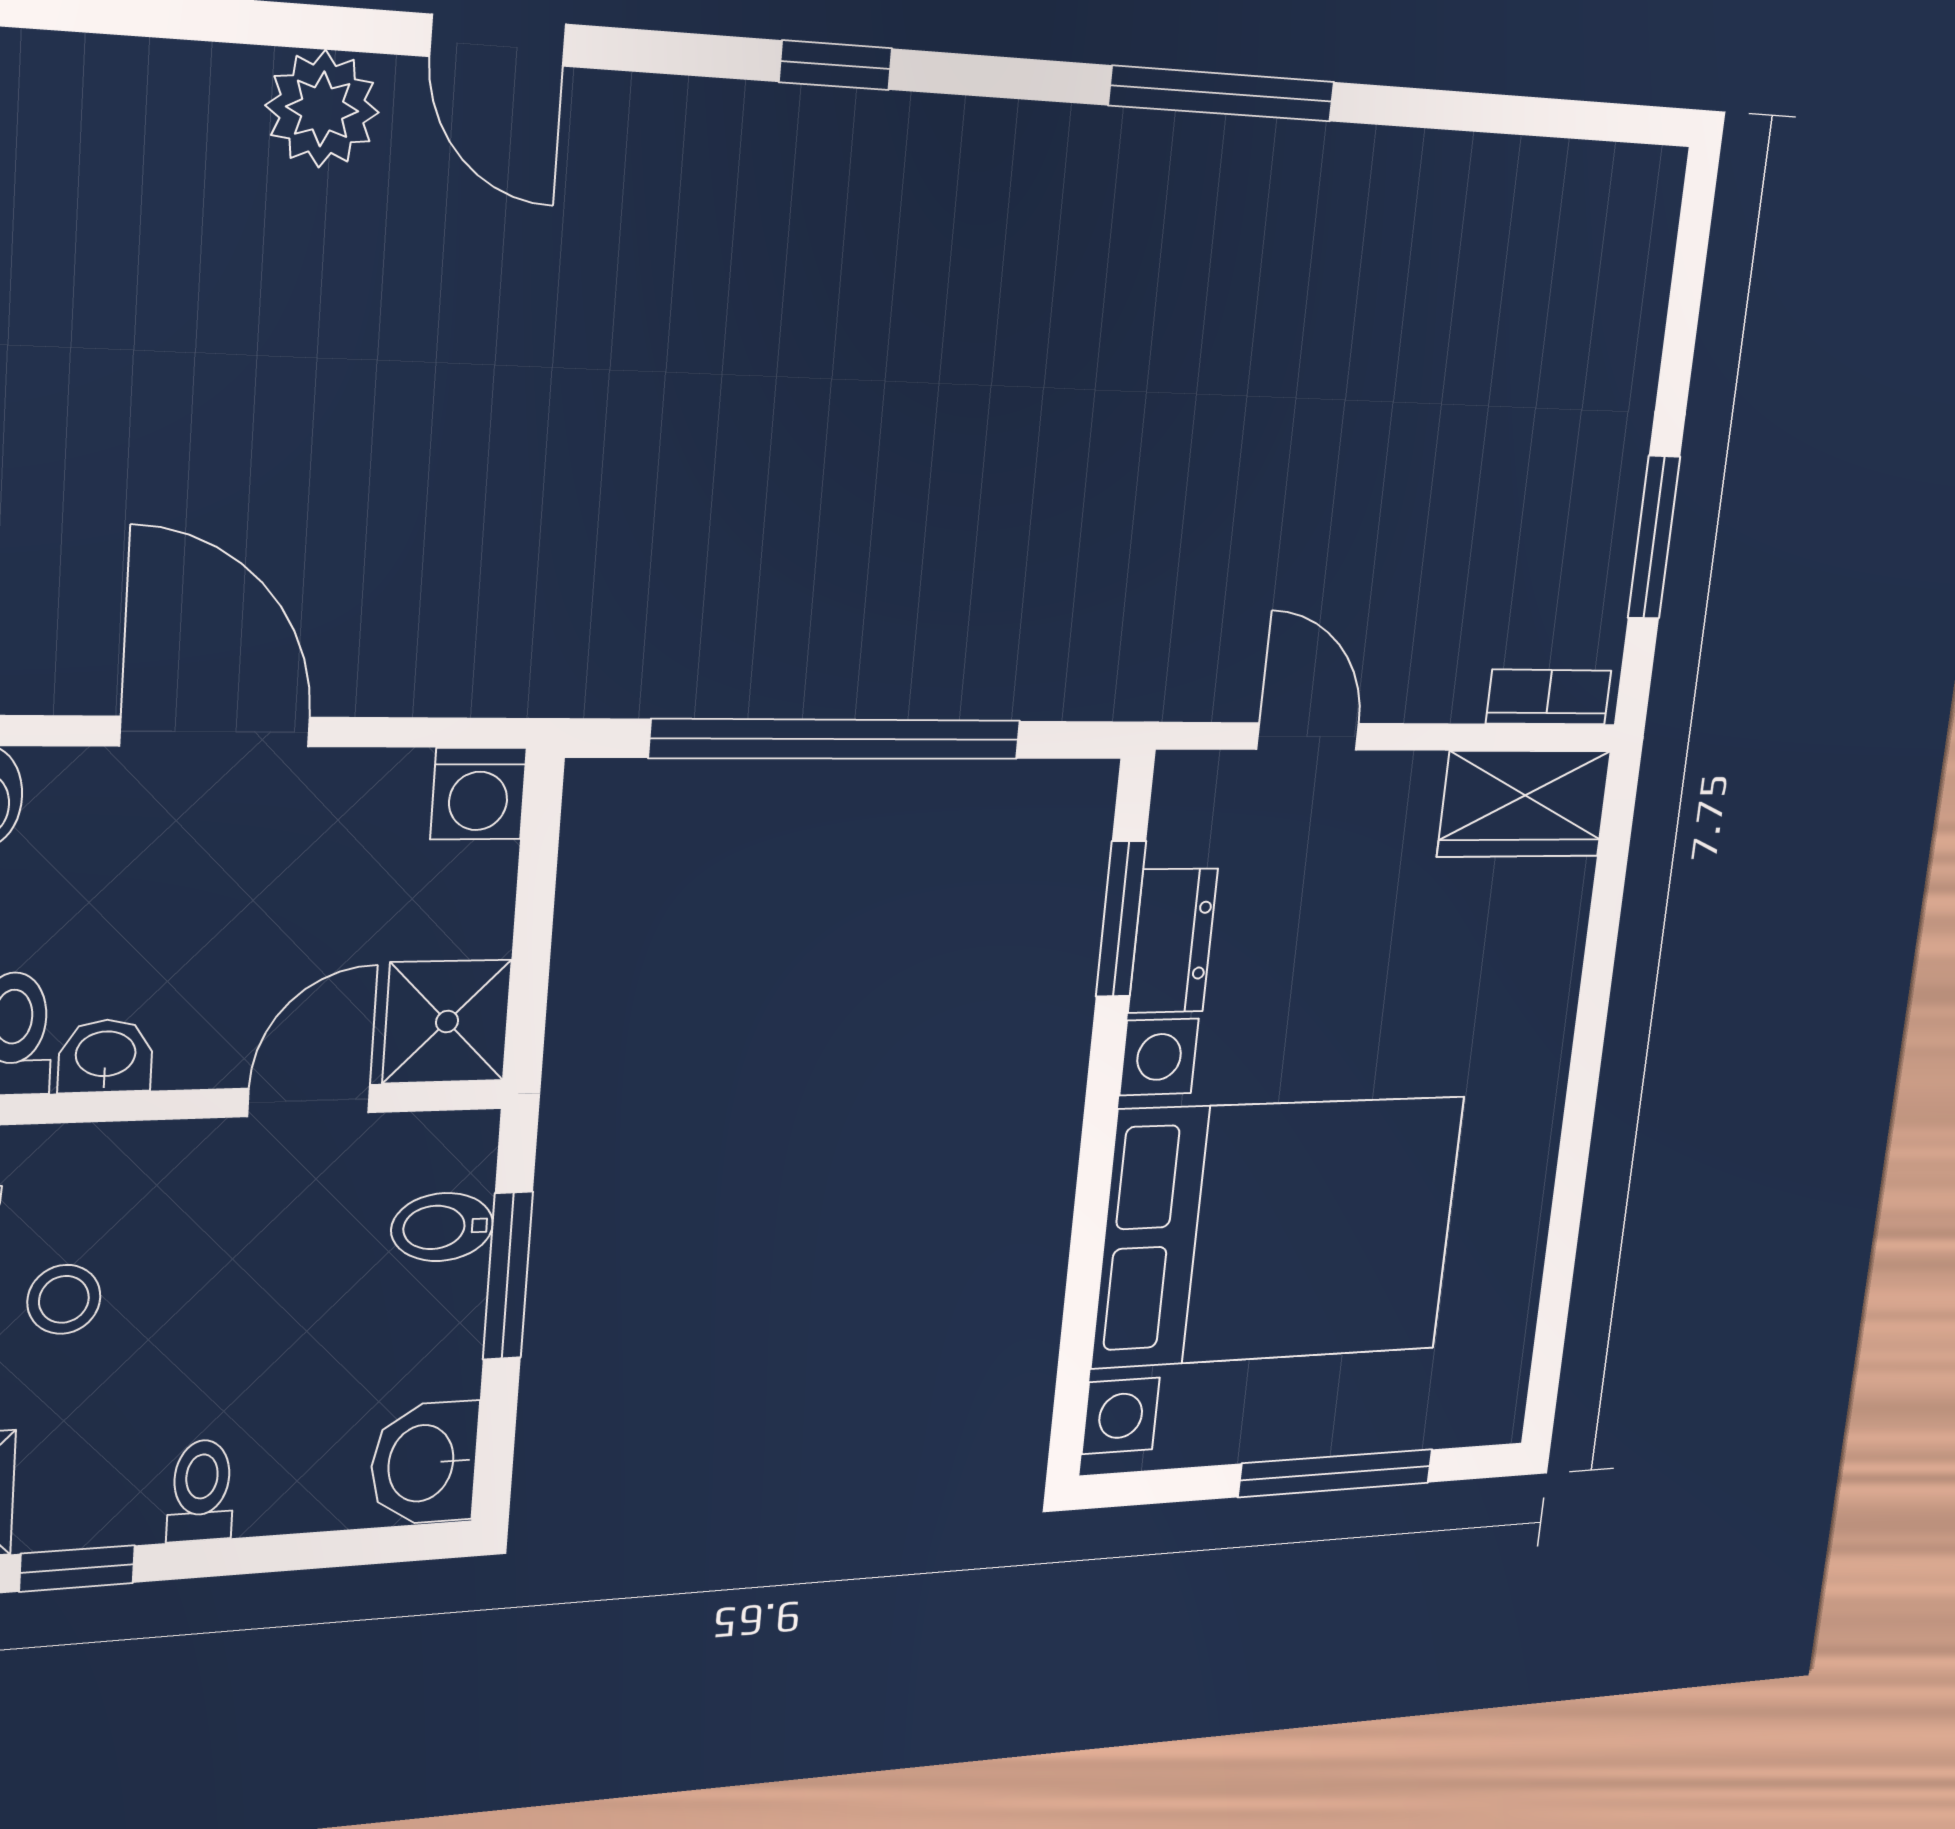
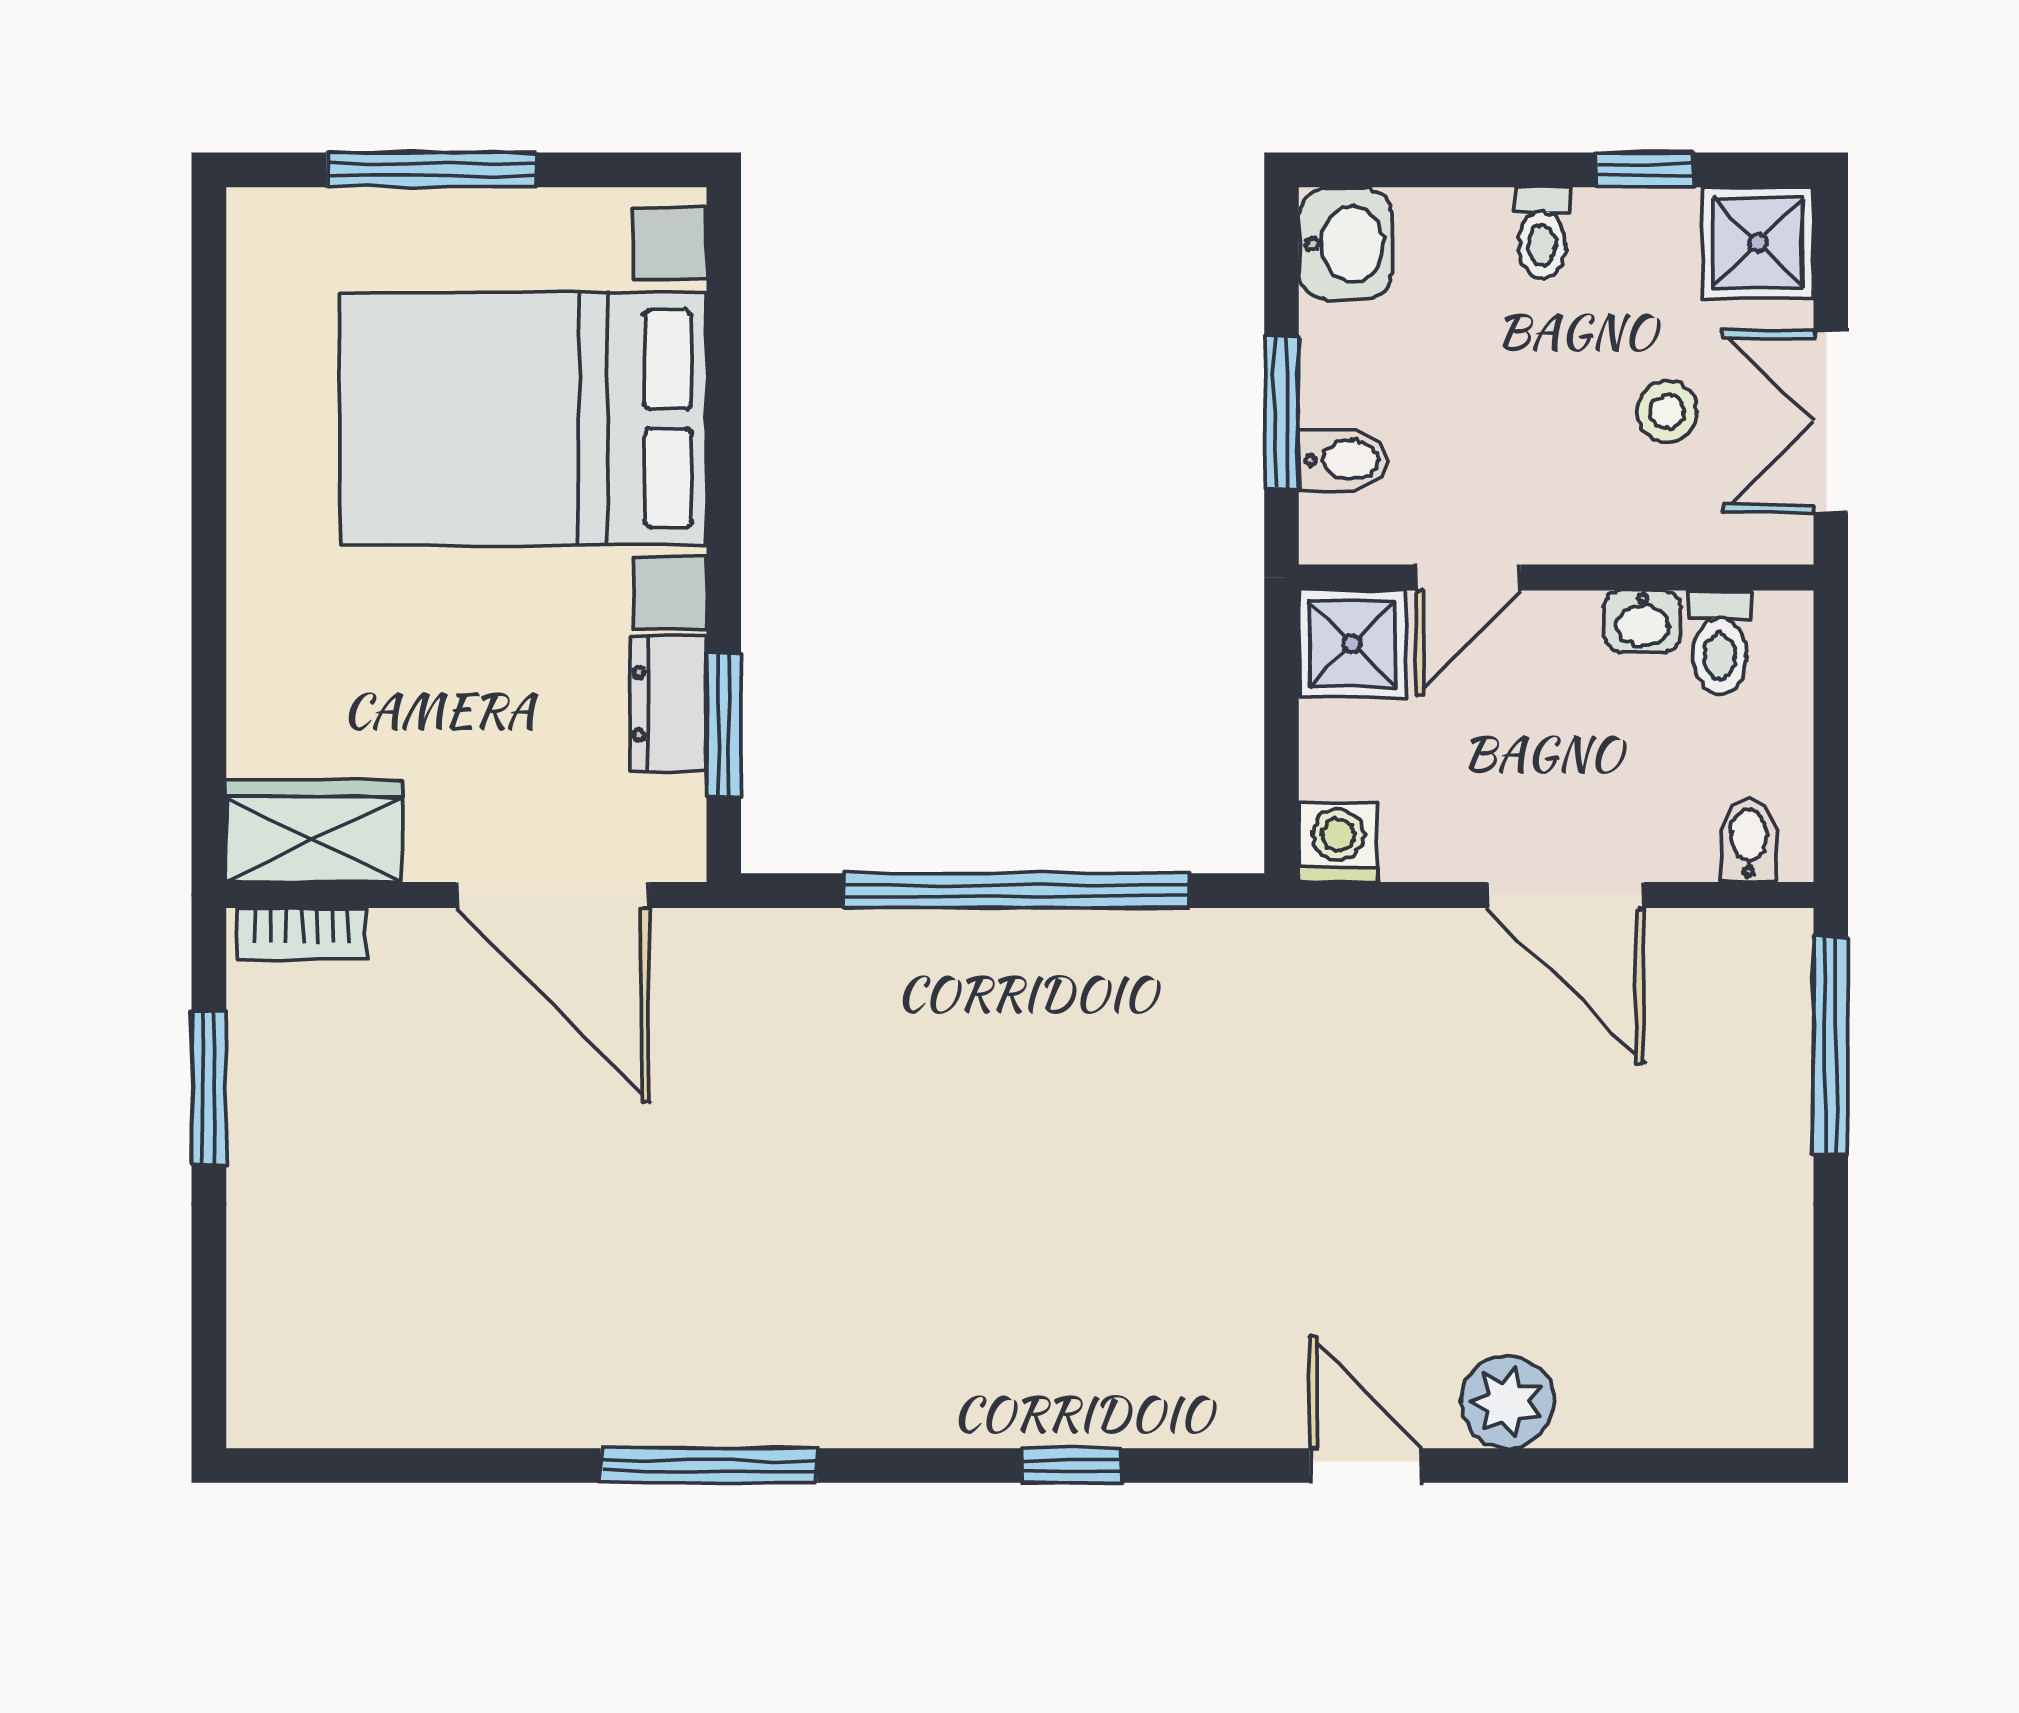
door: (1308, 736) -> (553, 895), width x1.87

